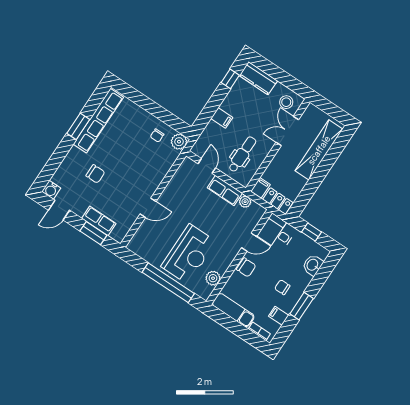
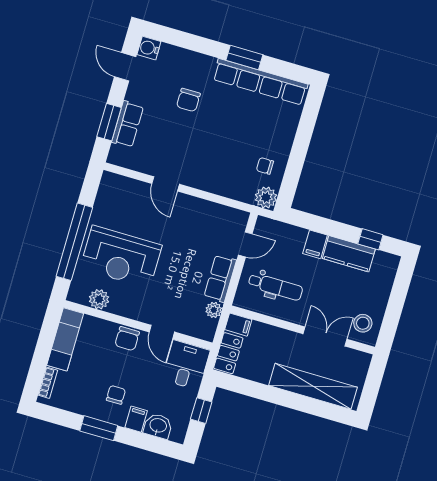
kitchen counter: (258, 78) -> (349, 254), moved, turned -90
filing cabinet: (279, 316) -> (136, 419), moved

